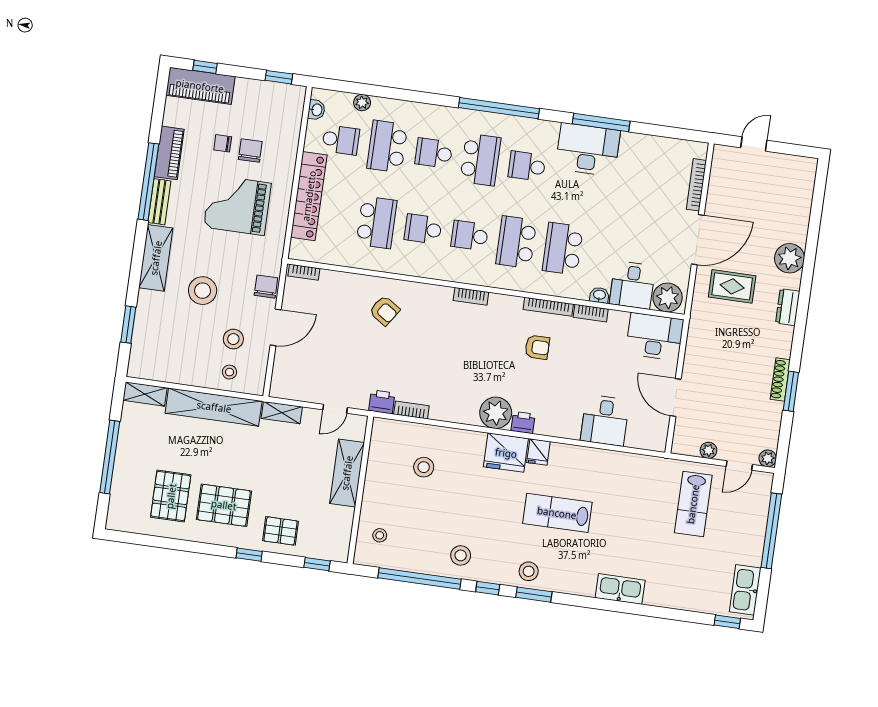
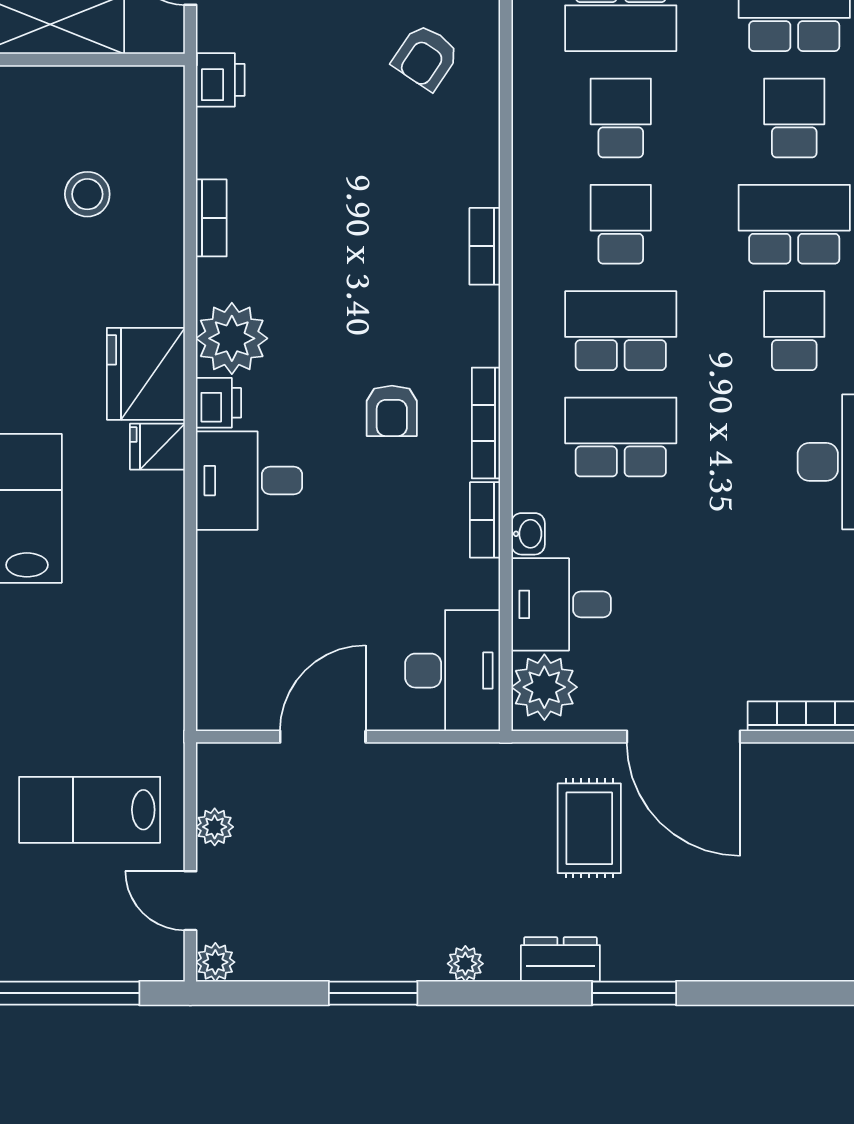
school desk: (480, 160) -> (794, 224), turned 180
plant: (789, 258) -> (465, 964), moved, width x0.53, depth x0.53
window: (807, 277) -> (634, 993), added
shoe rack: (780, 379) -> (396, 965), removed
bookcase: (411, 410) -> (211, 218), moved
desk: (605, 420) -> (249, 481), moved

